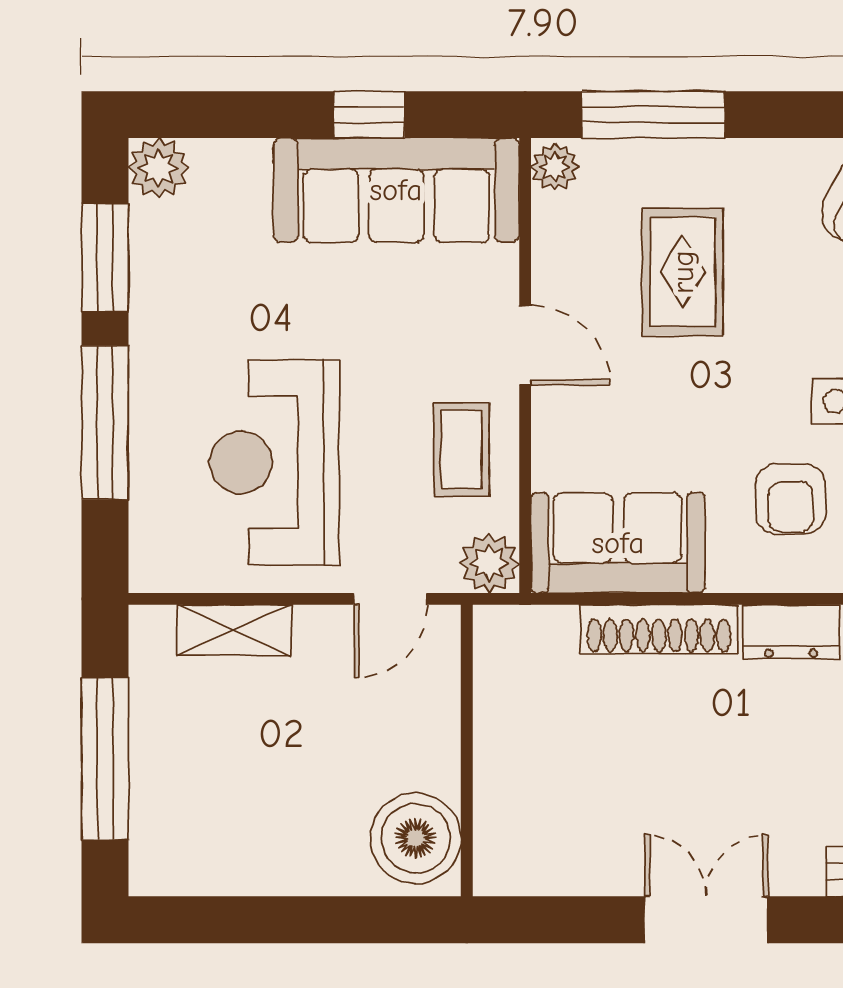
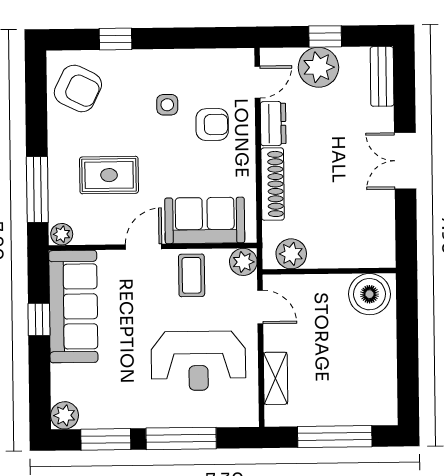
coffee table: (461, 450) -> (192, 275), turned 90
sofa: (618, 543) -> (205, 220), moved, turned 90
plant: (506, 668) -> (291, 254), added

